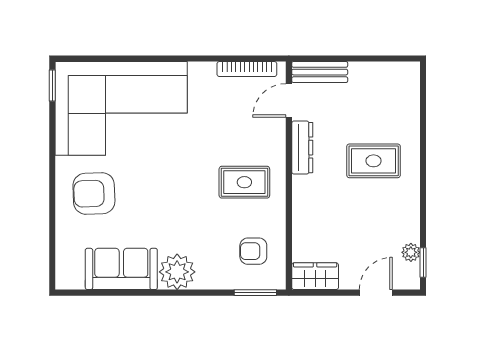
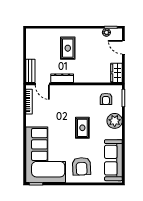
rug: (244, 182) -> (82, 128), moved
sofa: (121, 269) -> (113, 160), width x1.36
plant: (177, 272) -> (115, 121), moved

